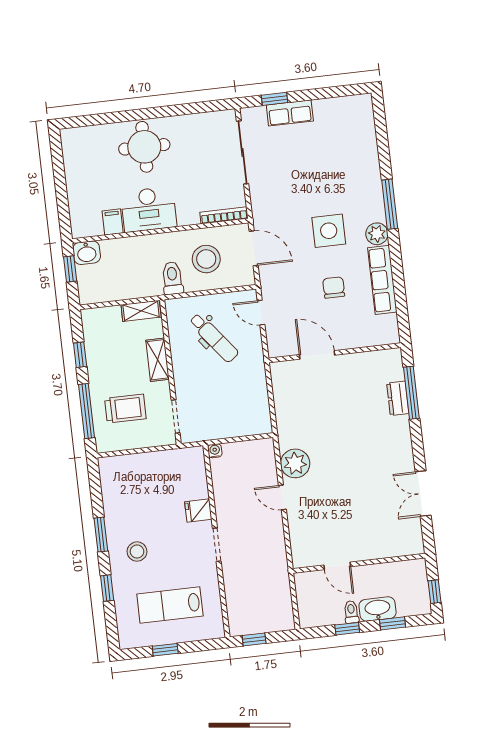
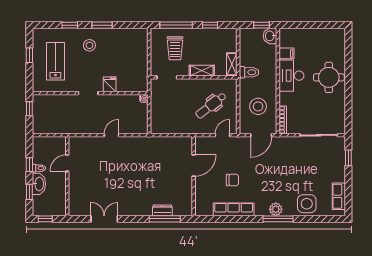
row of seats: (290, 113) -> (339, 196), moved
side table: (329, 231) -> (307, 204), moved
plant: (377, 234) -> (276, 209), moved
toilet: (172, 278) -> (249, 72), moved
plant: (295, 463) -> (131, 145), removed

